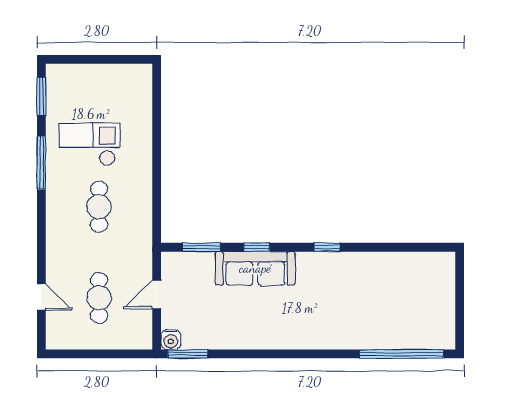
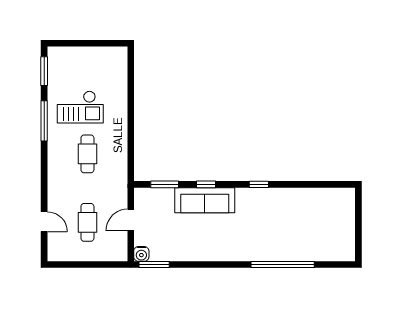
checkout: (89, 144) -> (80, 107), turned 180
window: (401, 354) -> (283, 265), moved

